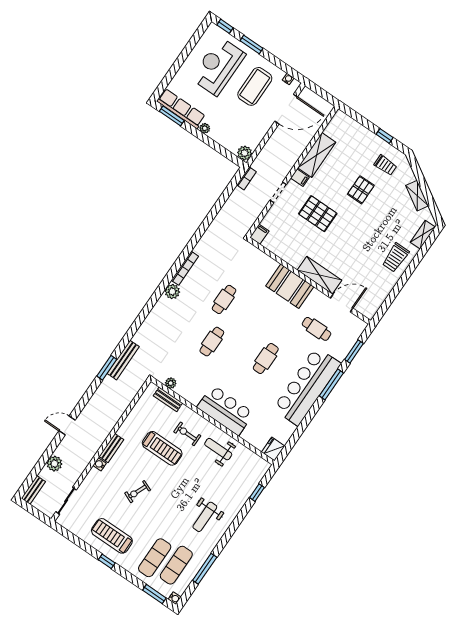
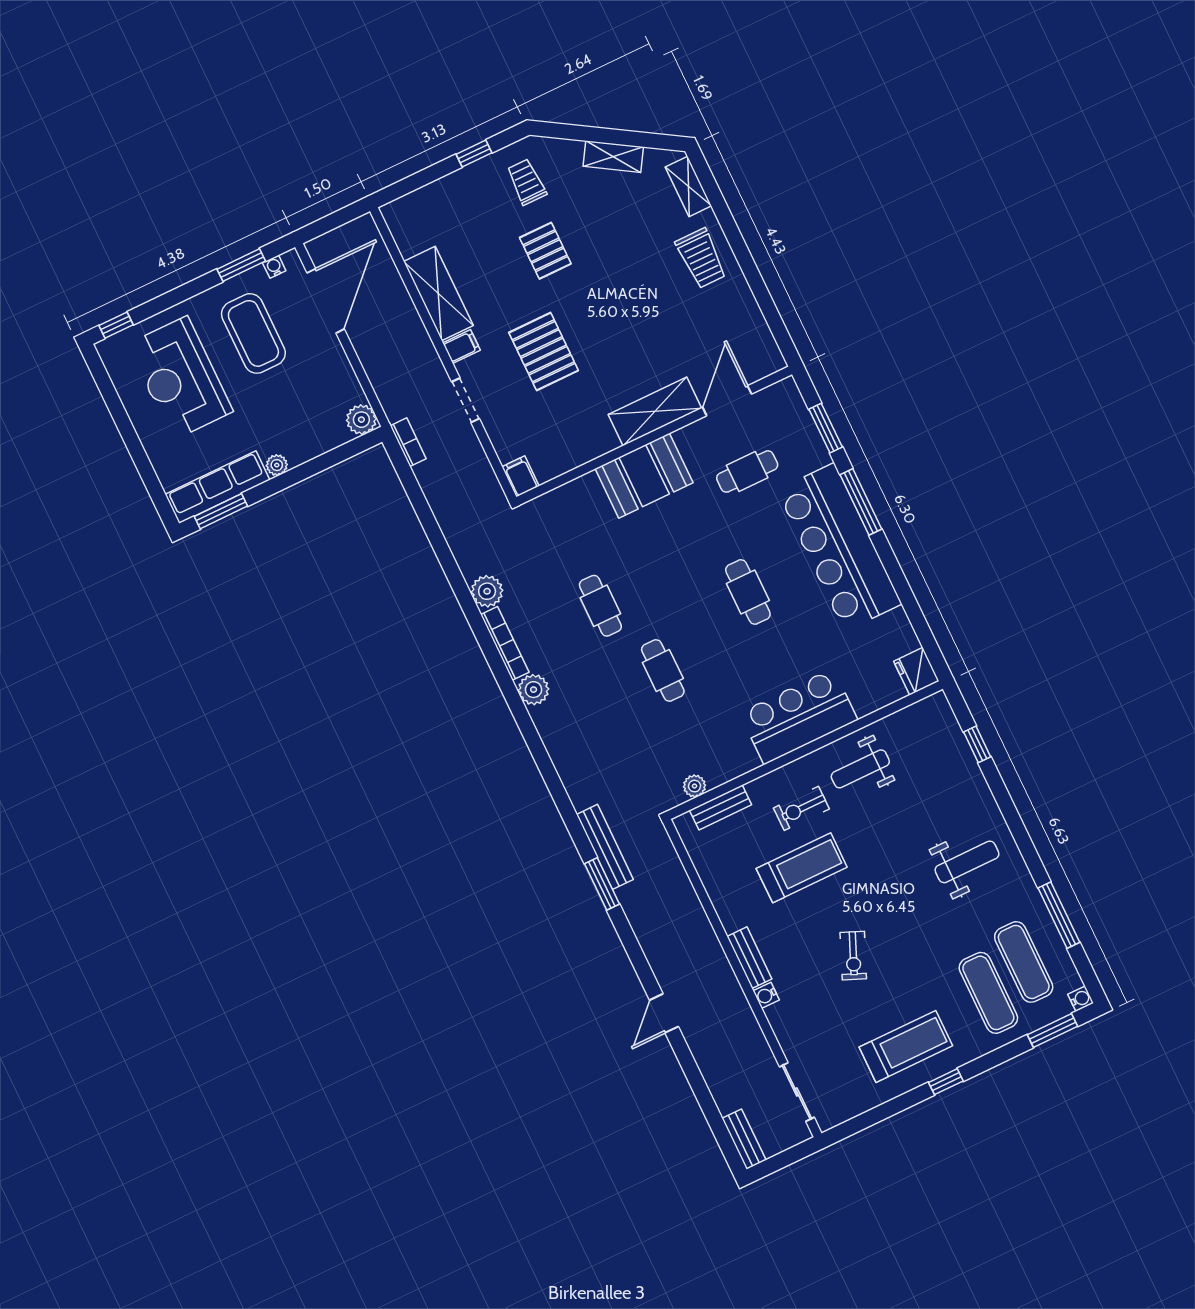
window: (251, 45) -> (241, 265), moved
trolley: (385, 165) -> (527, 182), turned -90
pallet: (318, 214) -> (544, 352), turned 90
plant: (54, 464) -> (487, 591), moved
weight bench: (205, 517) -> (967, 862), turned -90
treadmill: (112, 536) -> (906, 1046), turned 180

